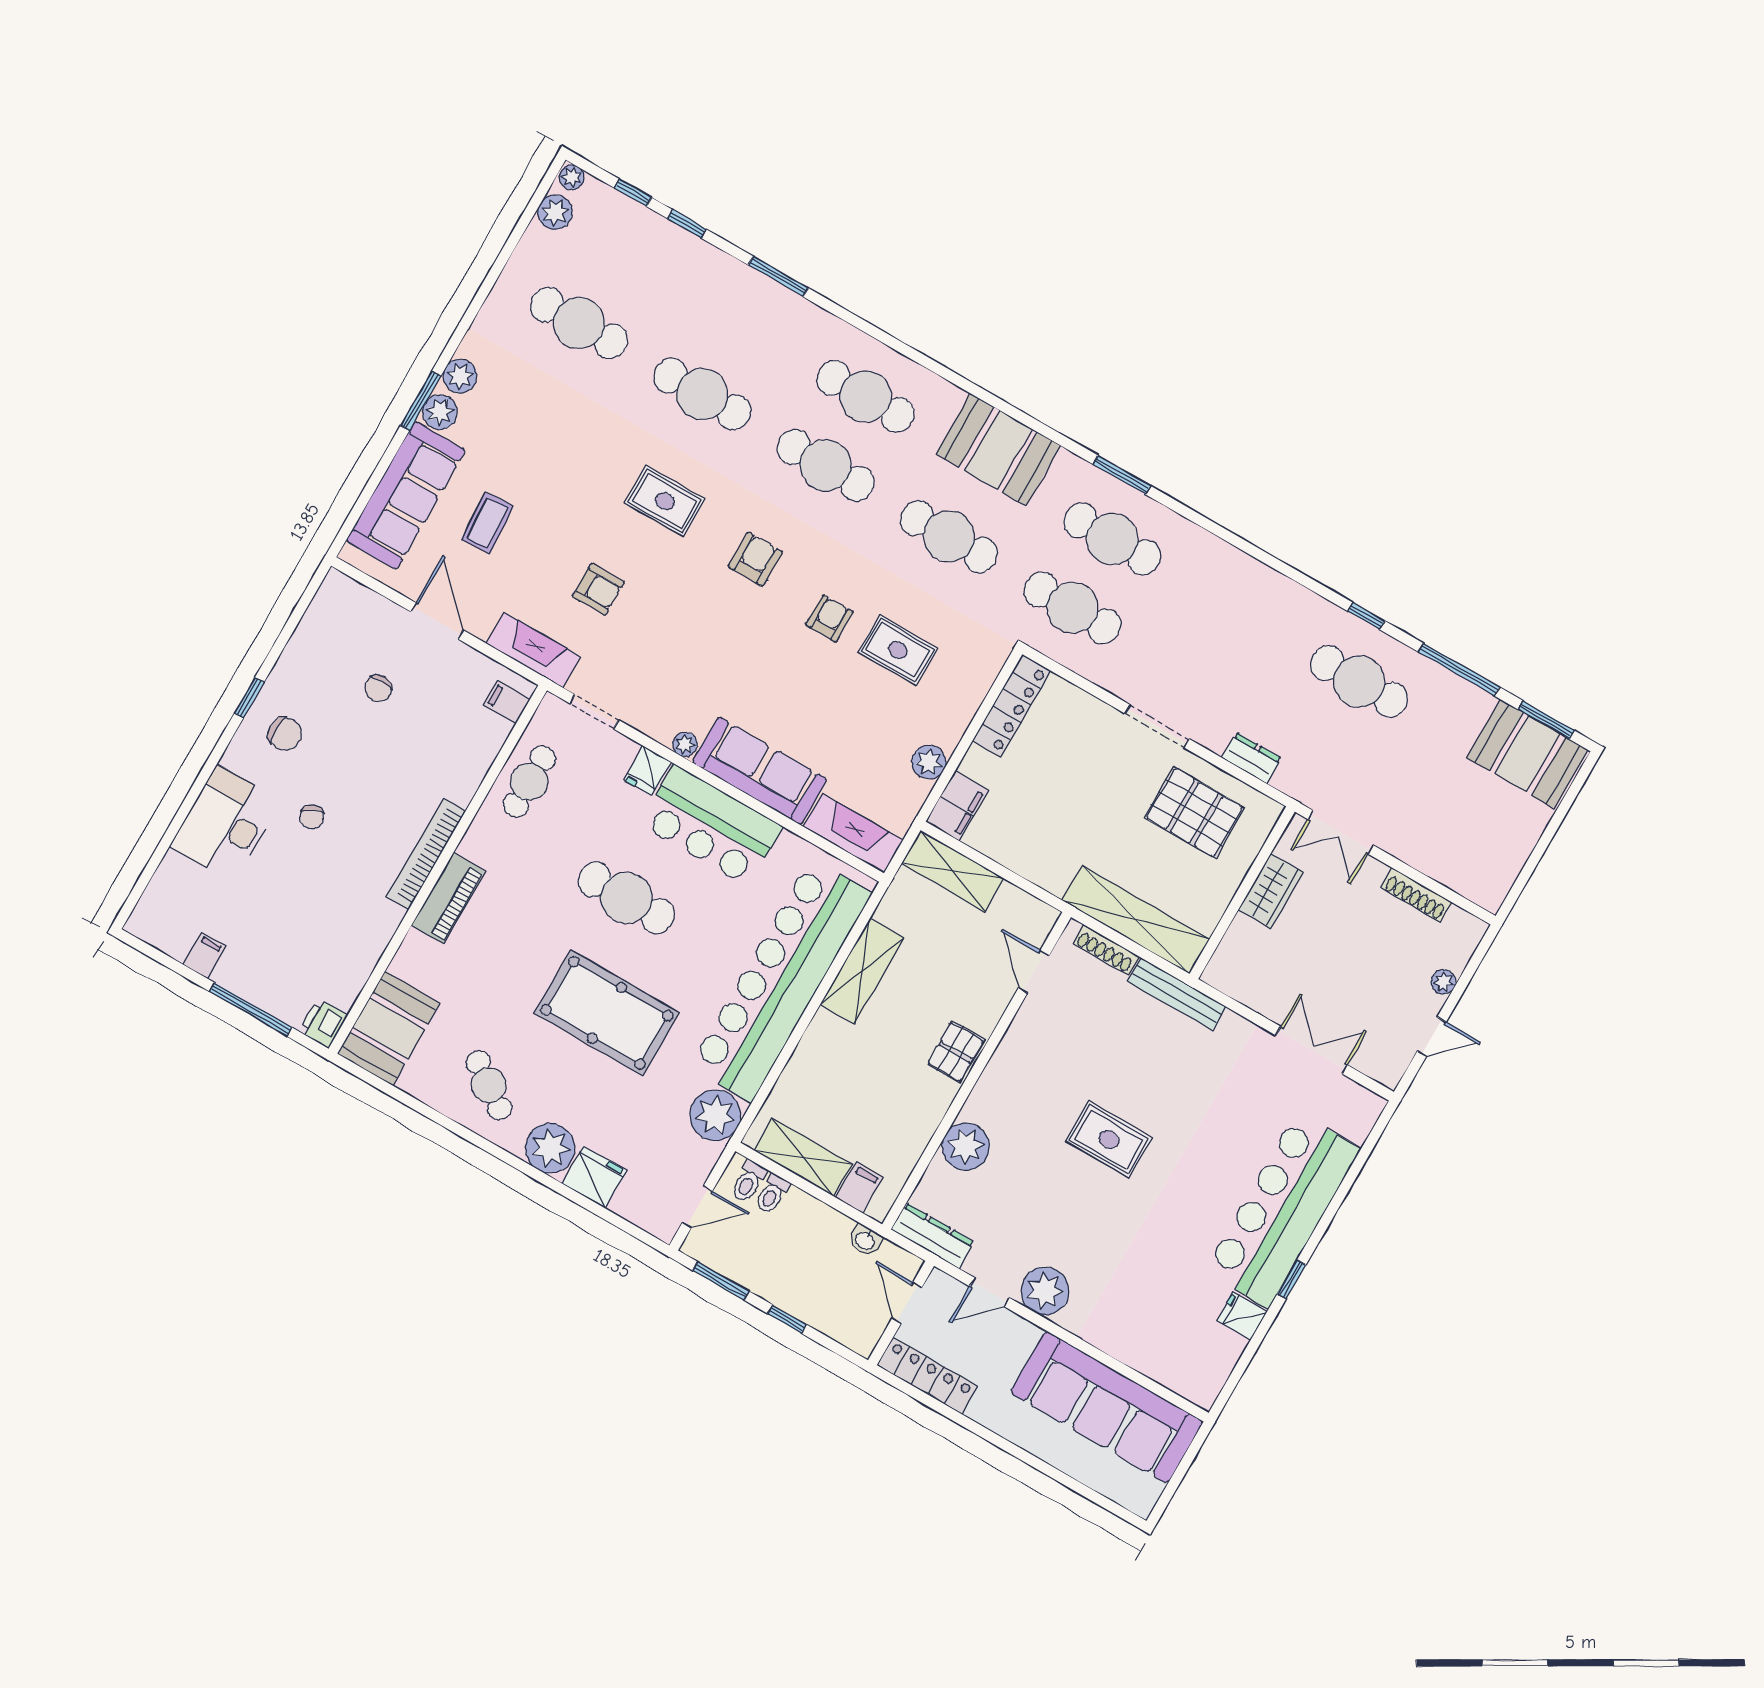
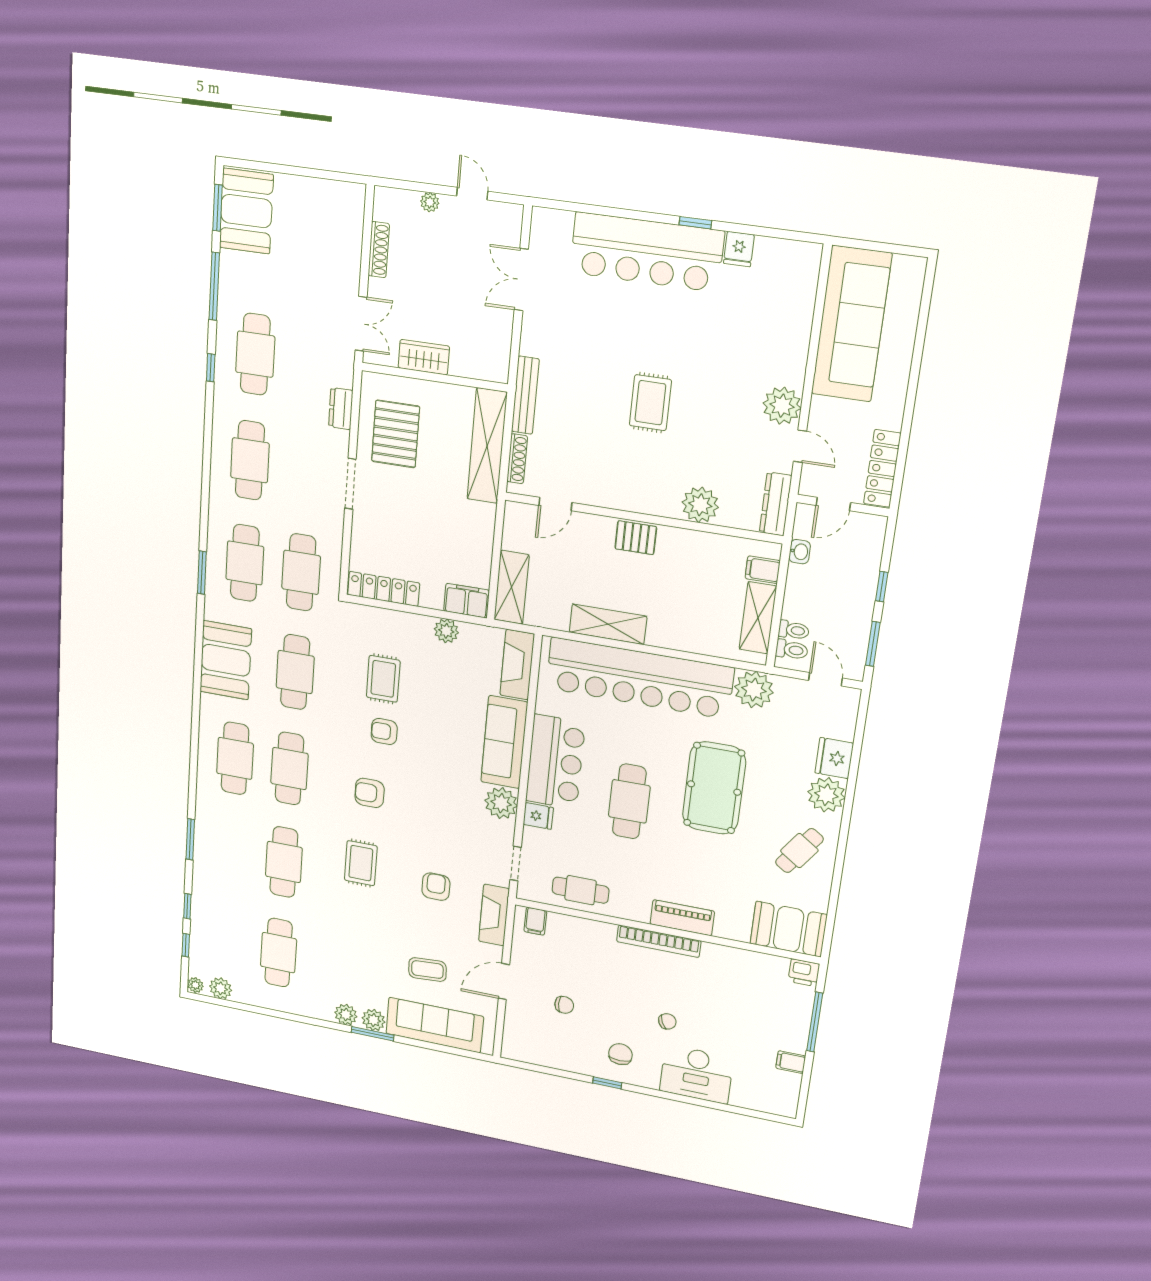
cafe table: (1236, 610) -> (250, 460), added
plant: (685, 744) -> (501, 803), width x1.88, depth x1.88

